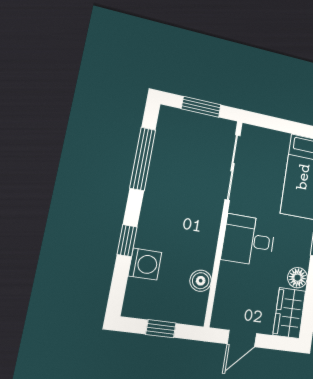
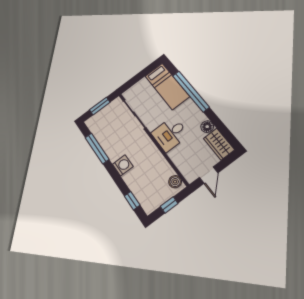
window: (127, 241) -> (132, 201), moved
washing machine: (145, 264) -> (123, 165), moved
boiler: (201, 281) -> (175, 182), moved

